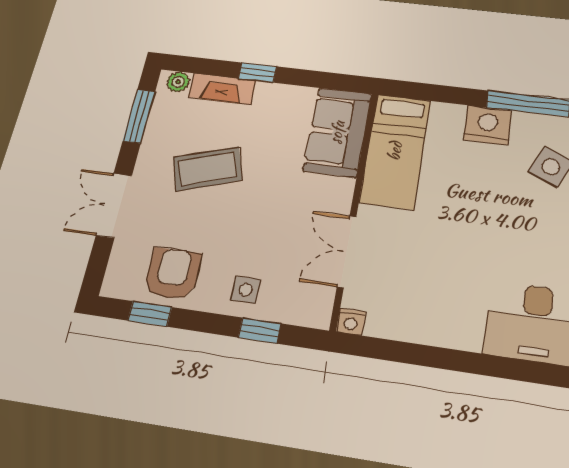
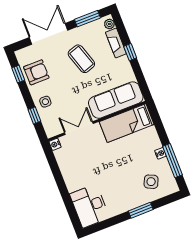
nightstand: (488, 125) -> (160, 153), width x0.53, depth x0.56
sofa: (337, 132) -> (116, 100), width x1.36
double door: (114, 205) -> (49, 34), width x1.37

